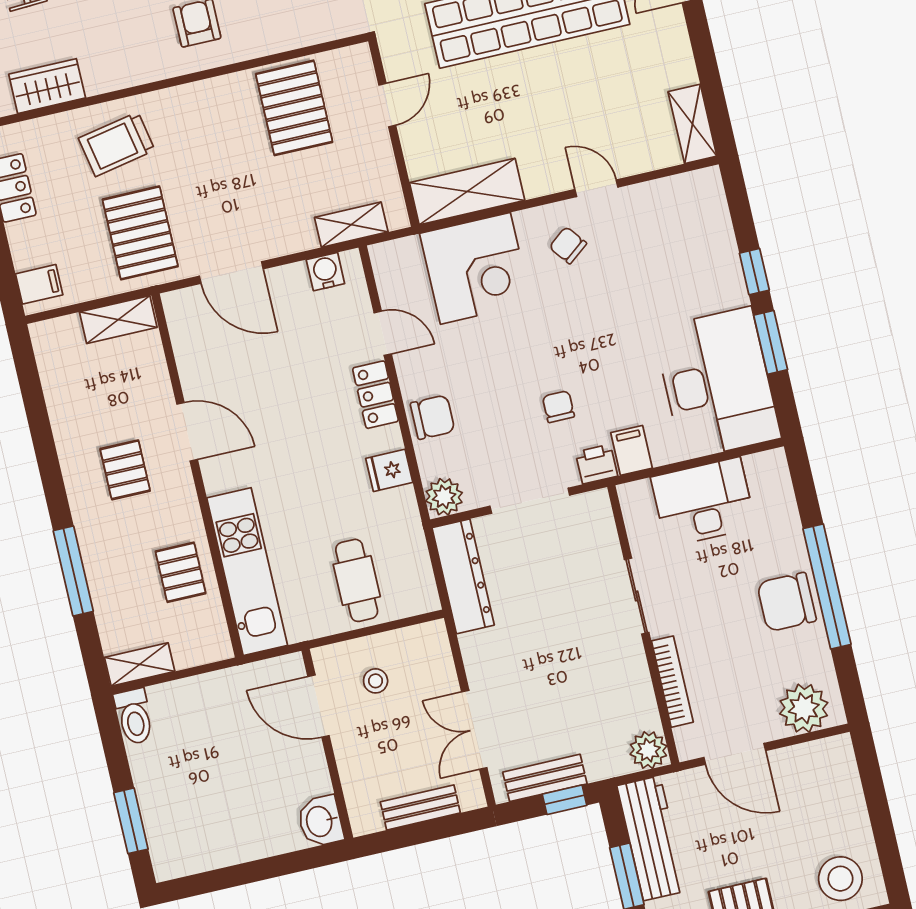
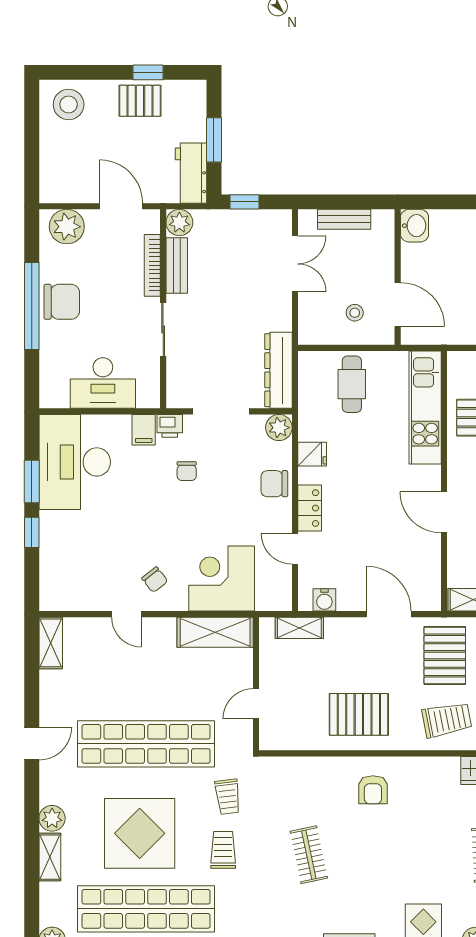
pallet: (294, 108) -> (359, 714), moved, turned 90
bench: (545, 778) -> (177, 266), moved, turned 90
workbench: (652, 838) -> (191, 173), width x0.73

